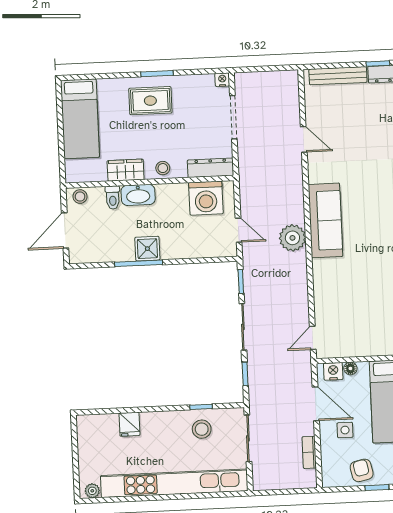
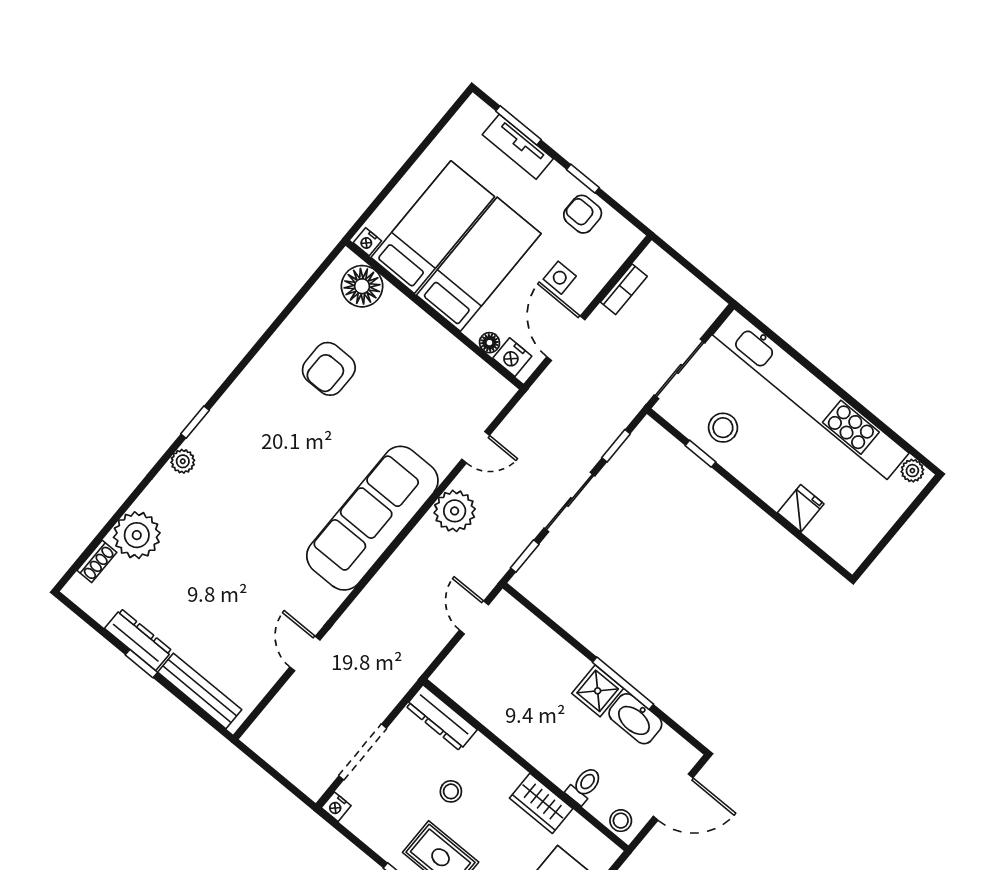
stool: (163, 168) -> (451, 791), moved
washbasin: (138, 195) -> (635, 719), moved, turned 180
washing machine: (206, 198) -> (478, 688), removed
sofa: (325, 220) -> (372, 518), width x1.36, depth x1.27
plant: (292, 238) -> (455, 511), moved
door: (313, 338) -> (476, 447), moved
armchair: (362, 470) -> (583, 214), turned 102

